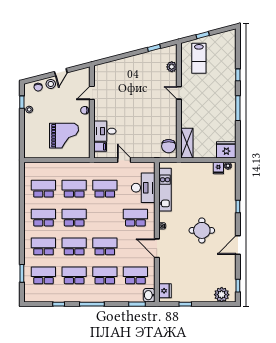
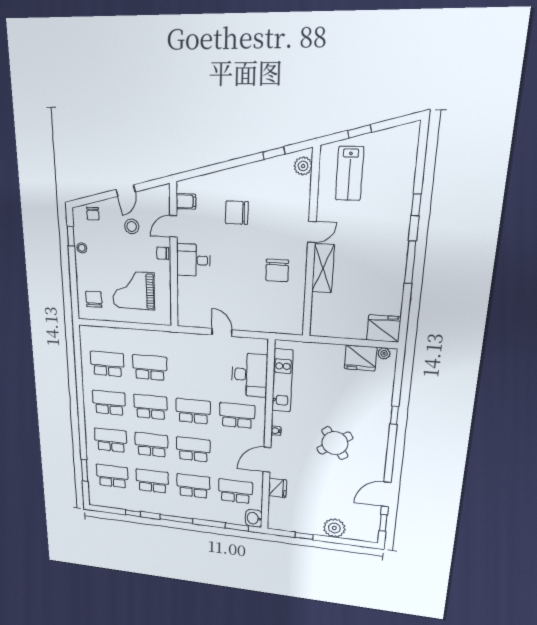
plant: (172, 67) -> (303, 166), moved
chair: (133, 83) -> (237, 213), added
stool: (51, 84) -> (132, 226), moved
door: (179, 93) -> (312, 232), swing flipped
desk: (105, 131) -> (193, 260), moved
grand piano: (64, 136) -> (133, 290), turned 180
shelving: (187, 143) -> (323, 268), moved
chair: (36, 144) -> (94, 299), added
chair: (169, 146) -> (277, 270), moved
filing cabinet: (100, 147) -> (186, 201), moved
fridge: (218, 168) -> (361, 358), width x1.88, depth x1.34
school desk: (105, 189) -> (193, 411), moved
round table: (202, 230) -> (335, 443), turned -35
door: (238, 245) -> (386, 494), moved
door: (157, 248) -> (267, 460), hinge flipped
fridge: (165, 291) -> (277, 488), moved
plant: (222, 295) -> (334, 528), moved

